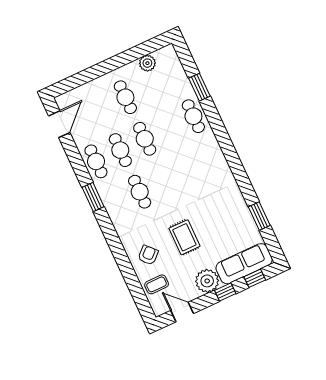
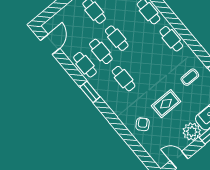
cafe table: (213, 158) -> (171, 39), added
rug: (184, 237) -> (166, 104), turned 90
coffee table: (157, 284) -> (190, 77), moved

